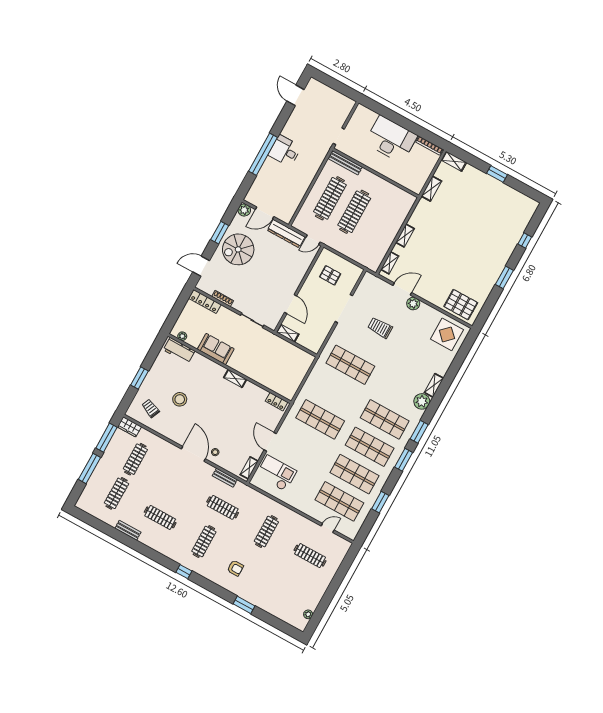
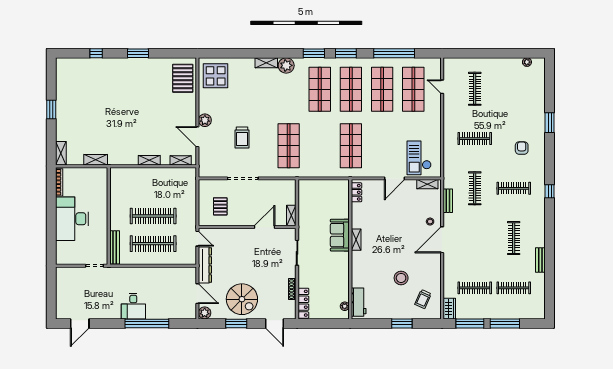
sofa: (216, 349) -> (340, 235), moved
window: (380, 502) -> (394, 53), width x2.11

